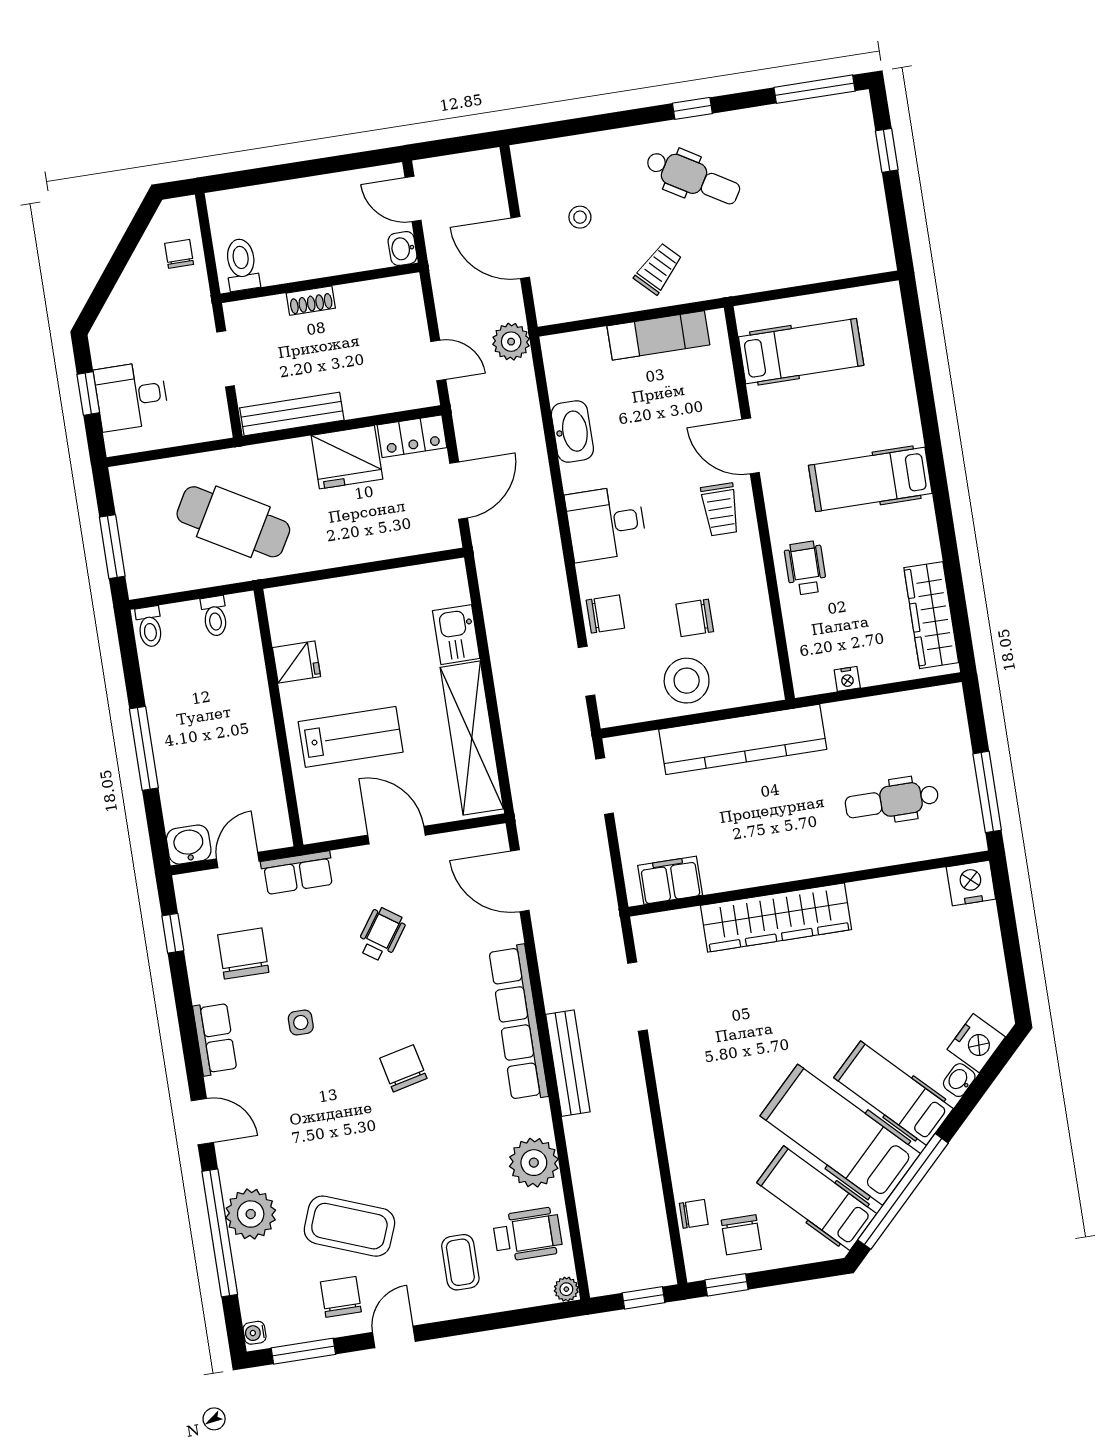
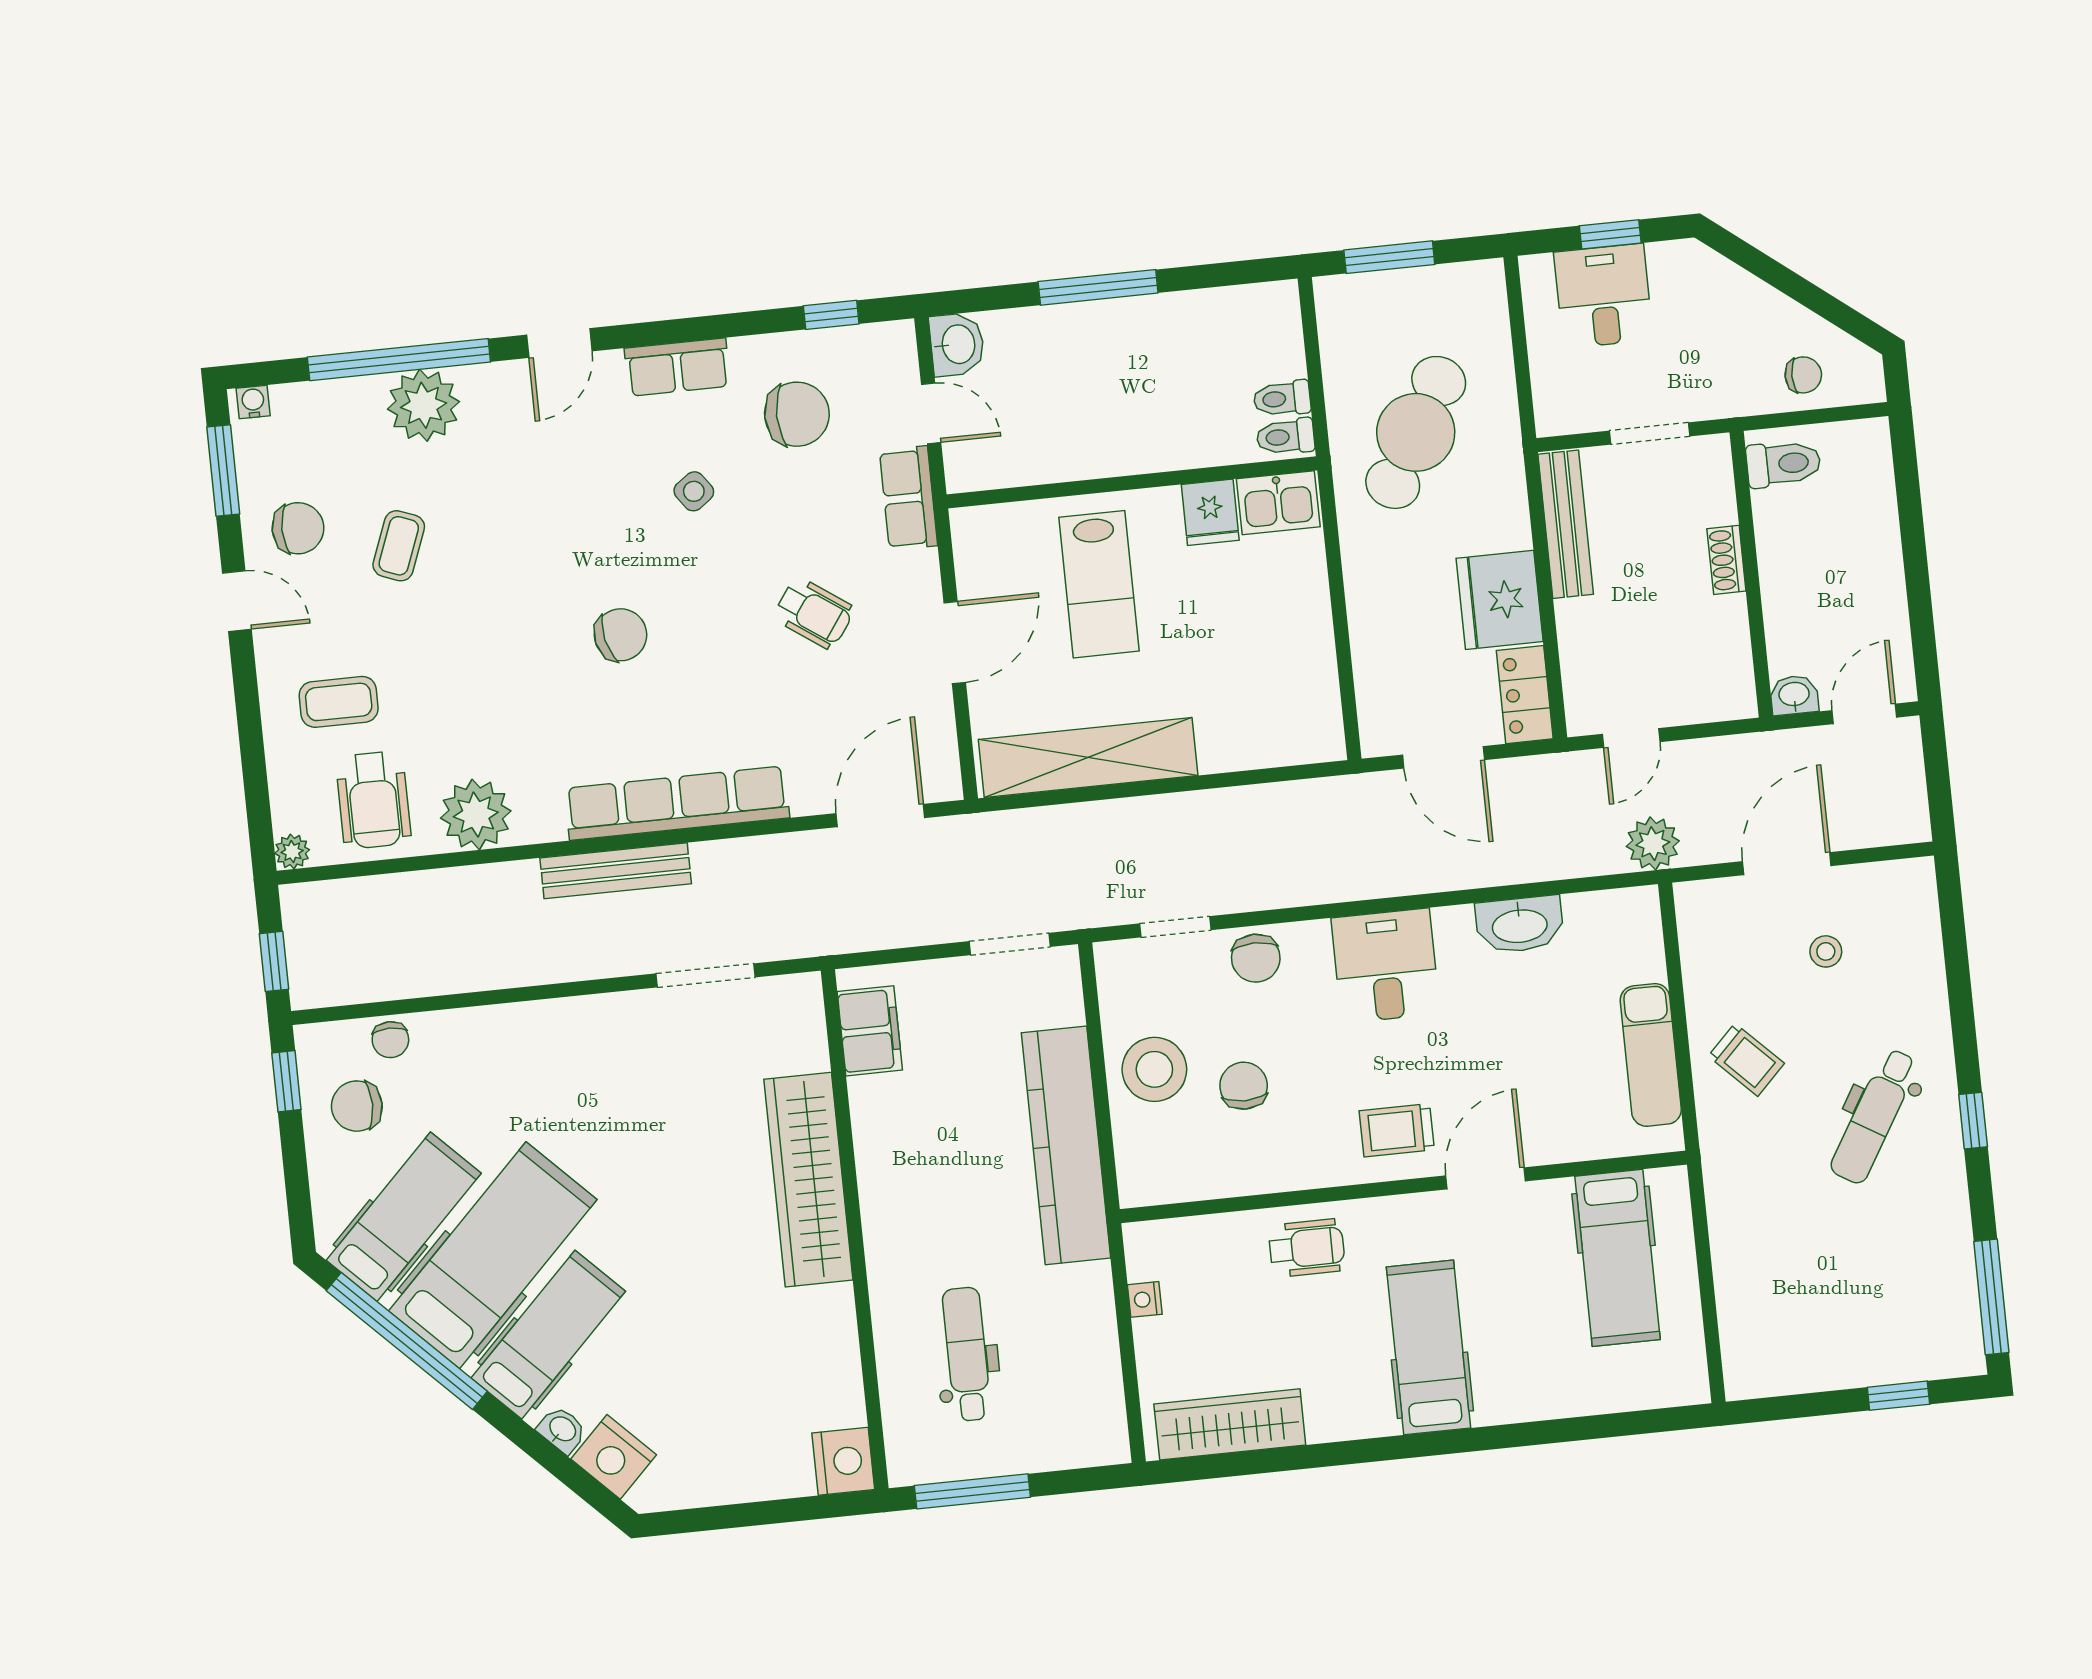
toilet: (150, 627) -> (1285, 437), moved
kitchen sink: (456, 635) -> (1278, 503), moved, turned 180
side table: (301, 1023) -> (694, 491), turned -36
coffee table: (349, 1226) -> (399, 546), width x0.54, depth x0.58

